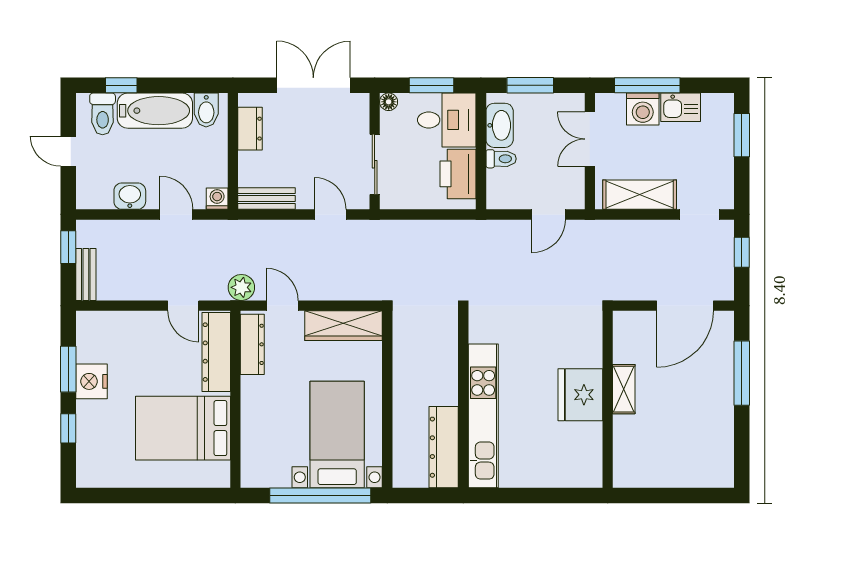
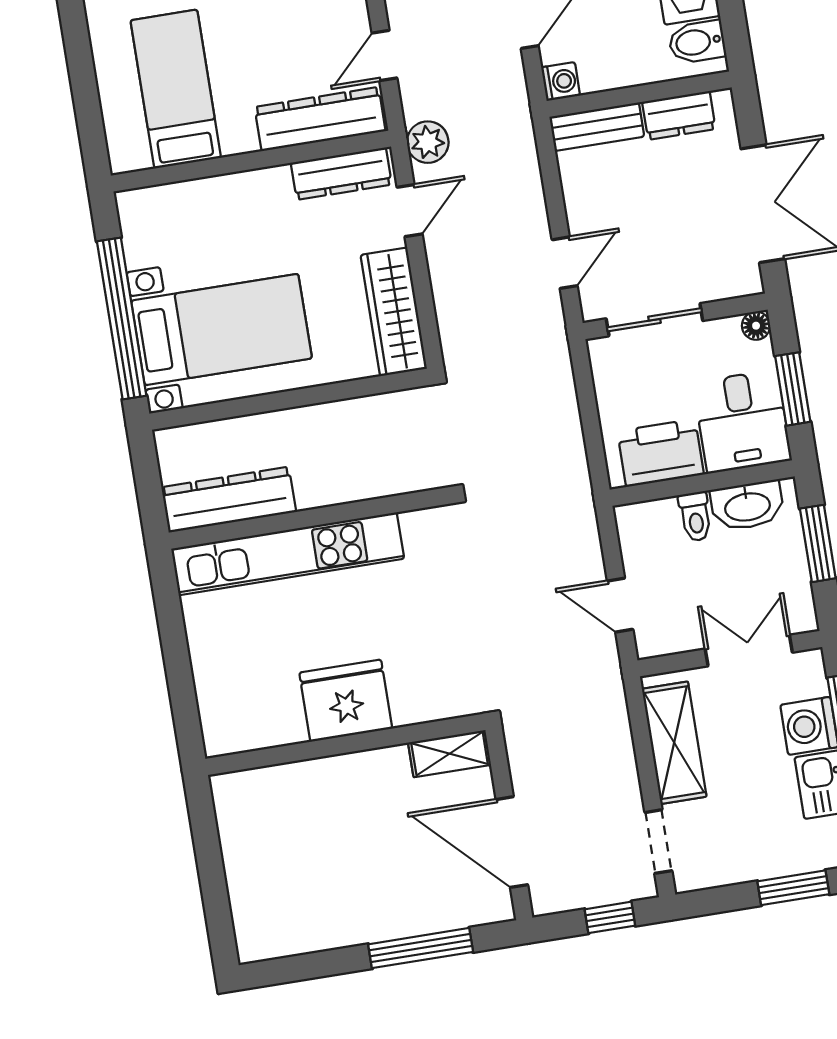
bench: (267, 198) -> (597, 127), moved, turned 90
shelving: (624, 389) -> (450, 754), moved
bed: (183, 428) -> (176, 89), width x0.67

